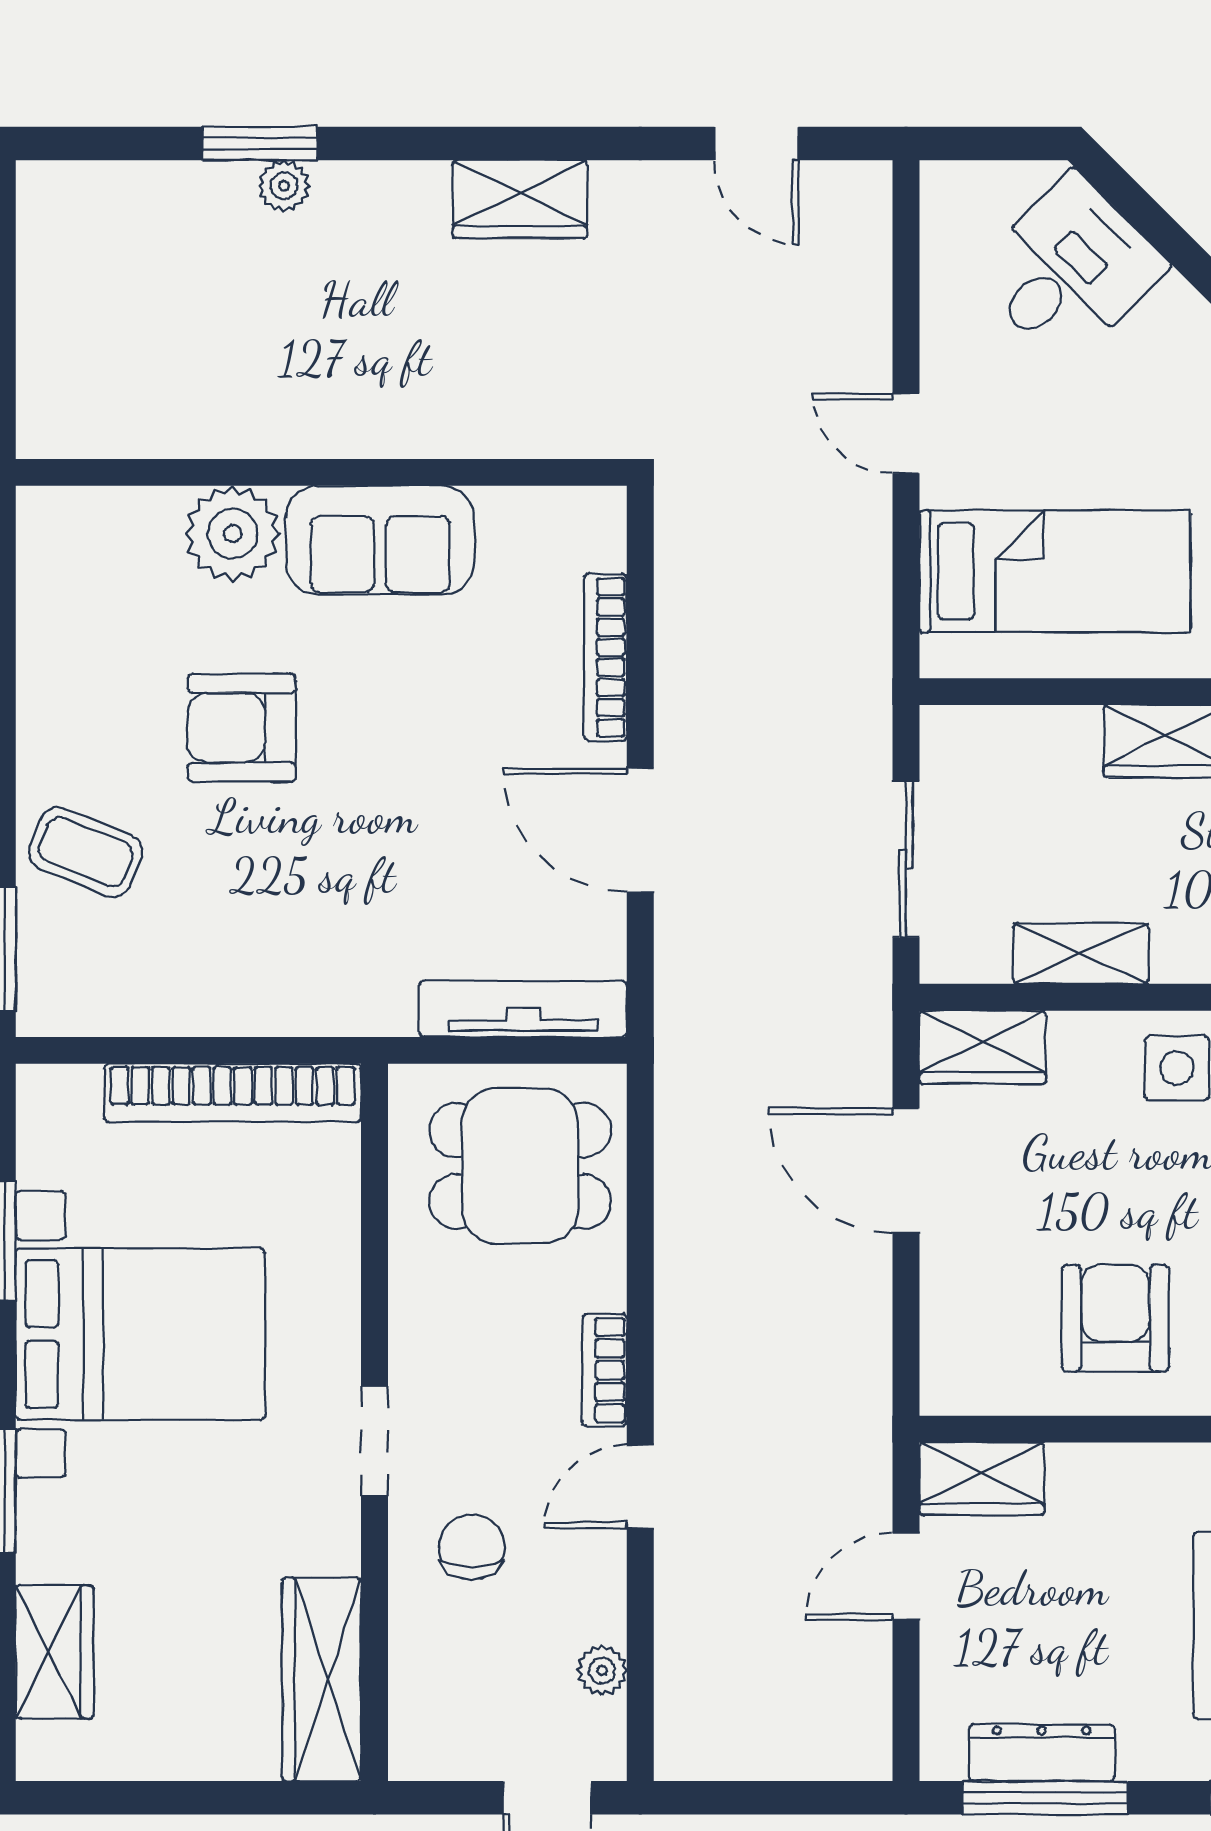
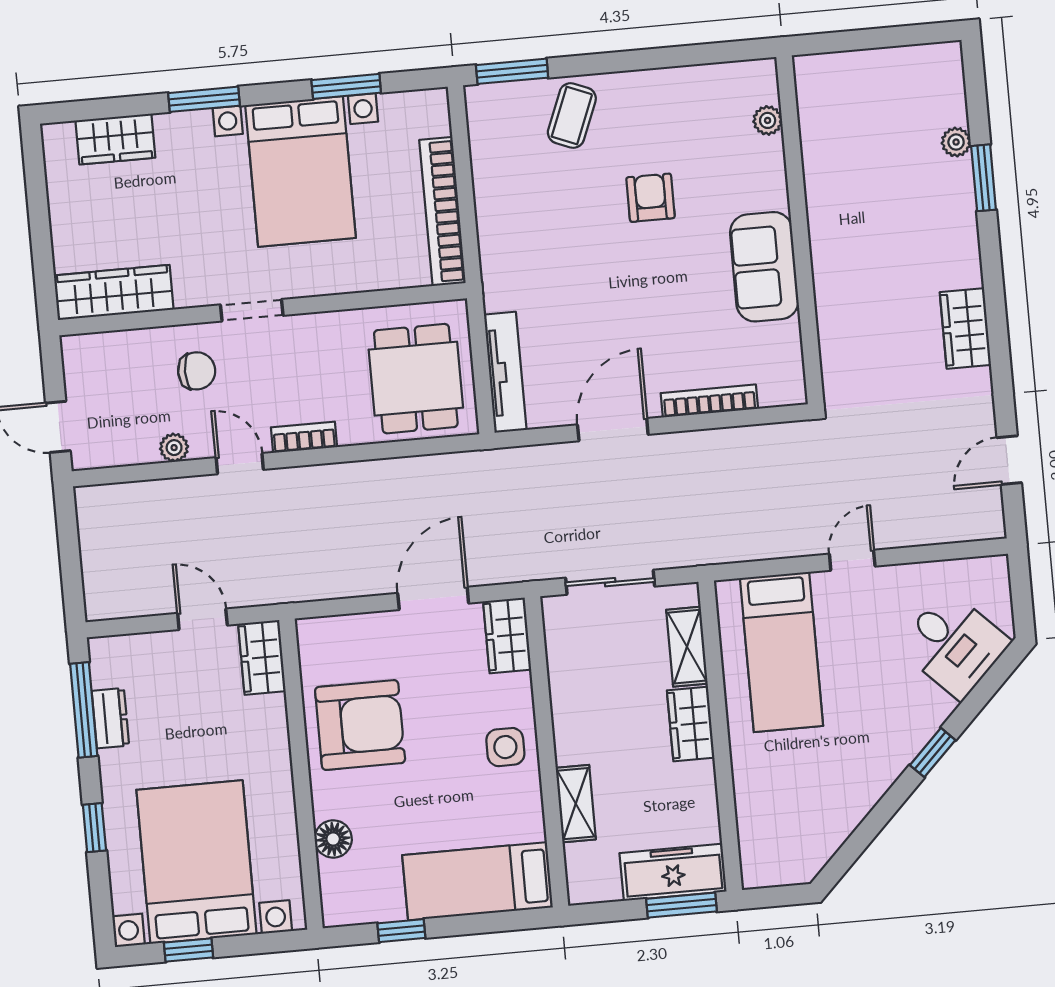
plant: (284, 186) -> (956, 142), moved
plant: (233, 534) -> (768, 120), moved, width x0.53, depth x0.53
armchair: (242, 728) -> (650, 198), width x0.72, depth x0.72
shelving: (1081, 953) -> (687, 647), moved
armchair: (1115, 1318) -> (360, 725), width x1.36, depth x1.36
plant: (602, 1670) -> (174, 448), moved
dresser: (1042, 1753) -> (110, 718), width x0.70

